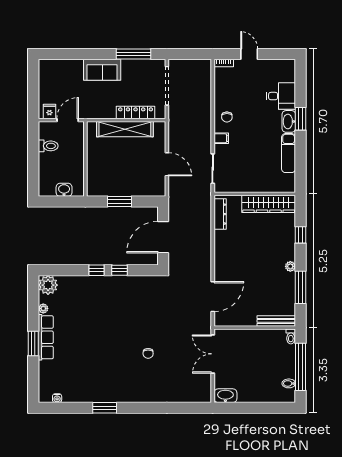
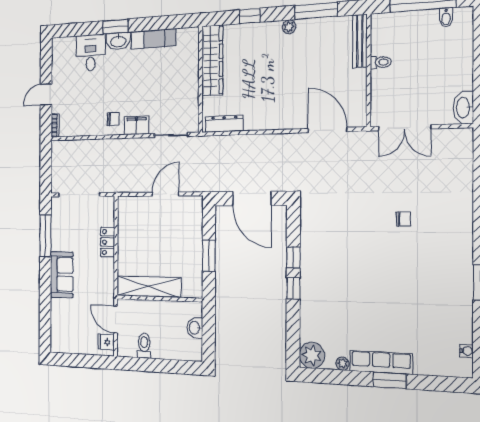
locker: (136, 113) -> (108, 242), width x0.66
shelving: (125, 129) -> (149, 287), moved, turned 90
filing cabinet: (221, 138) -> (137, 125), width x2.00
toilet: (291, 336) -> (381, 62), moved

